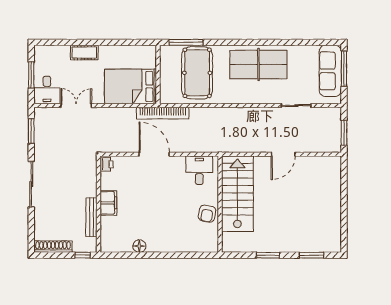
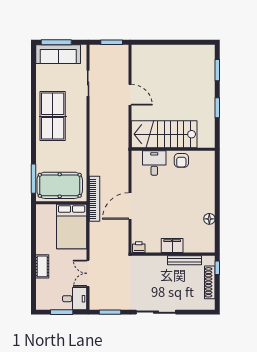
pool table: (197, 73) -> (60, 185), moved
desk: (199, 170) -> (154, 163), moved, turned 90
armchair: (207, 214) -> (181, 160), turned 80
shoe rack: (53, 247) -> (210, 282), moved

